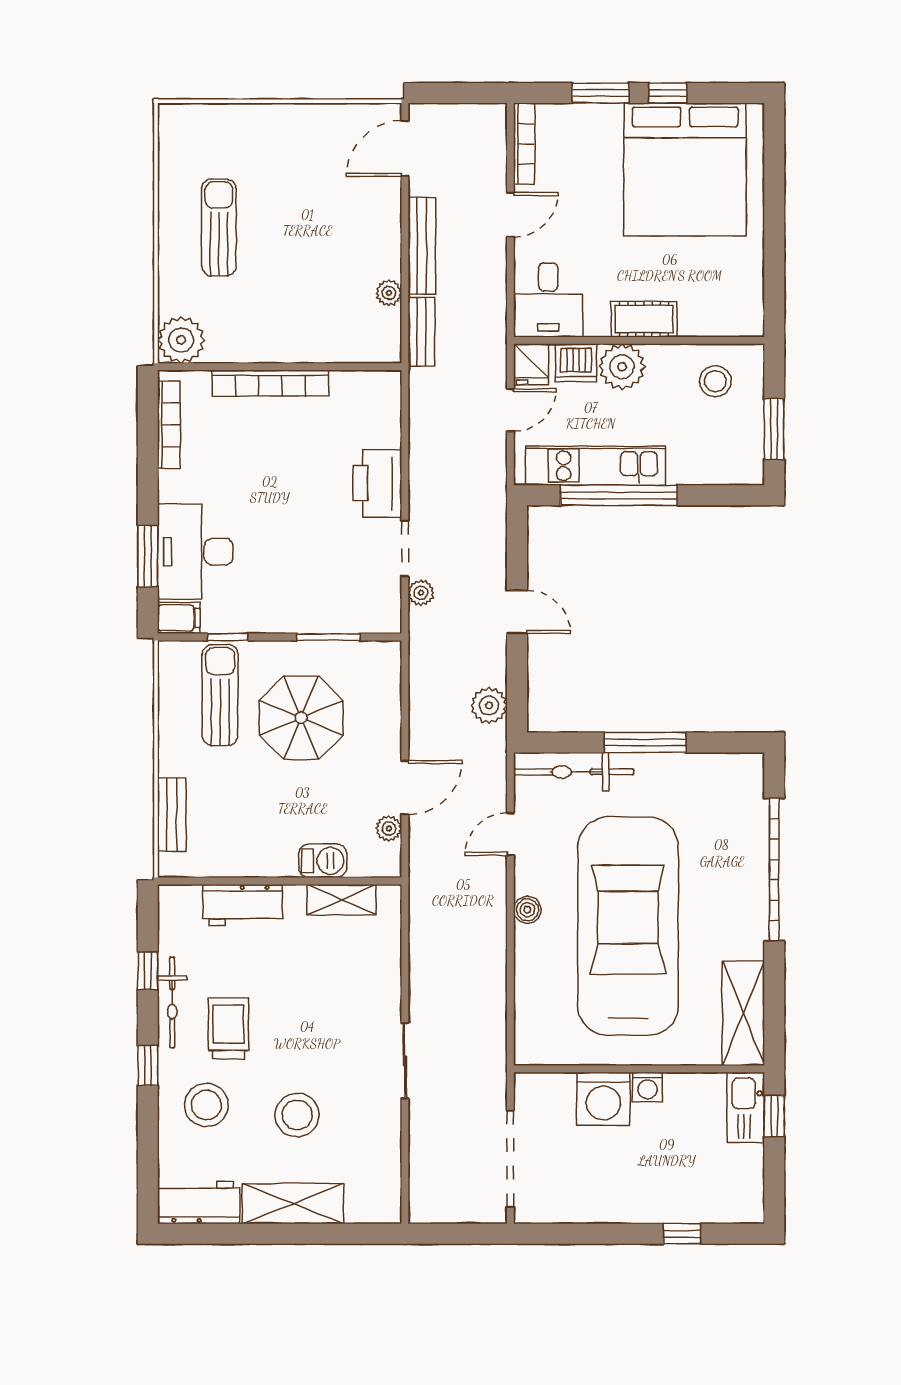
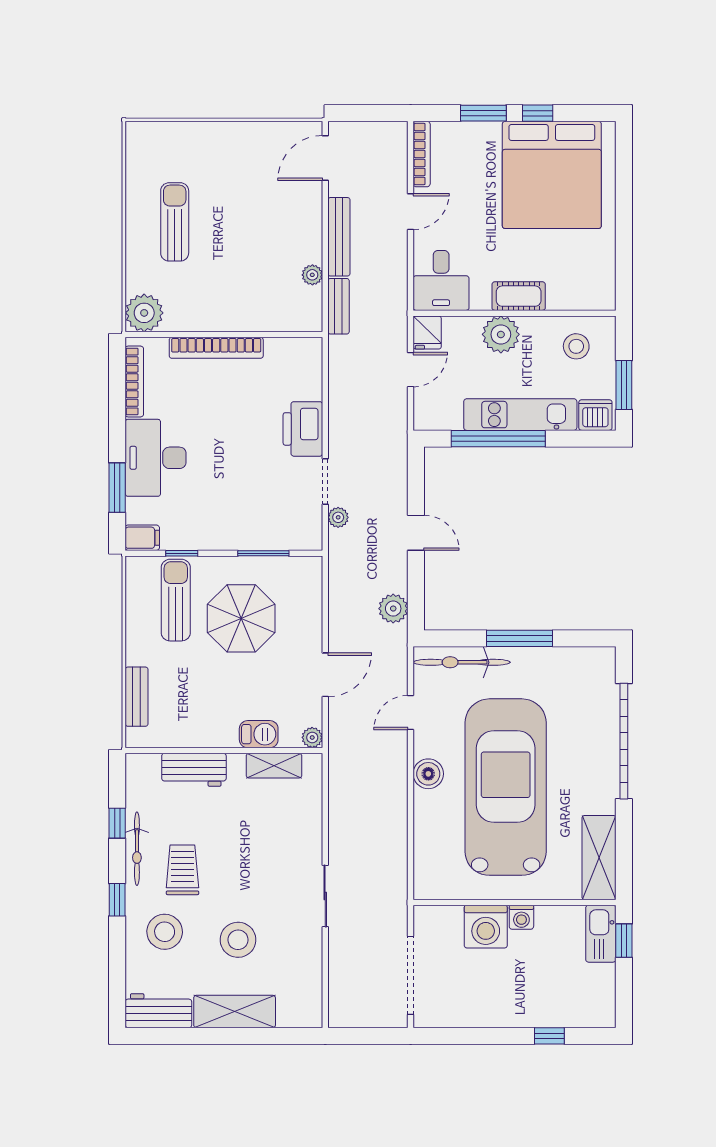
dishwasher: (576, 363) -> (595, 415), moved, turned 180
kitchen unit: (596, 466) -> (520, 415), moved
desk: (195, 552) -> (156, 458), moved
plant: (389, 829) -> (312, 737), moved
boiler: (527, 910) -> (428, 774), width x1.36, depth x1.36

